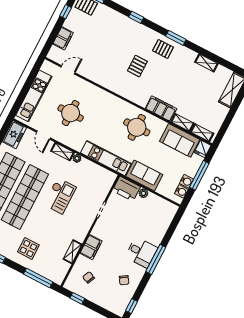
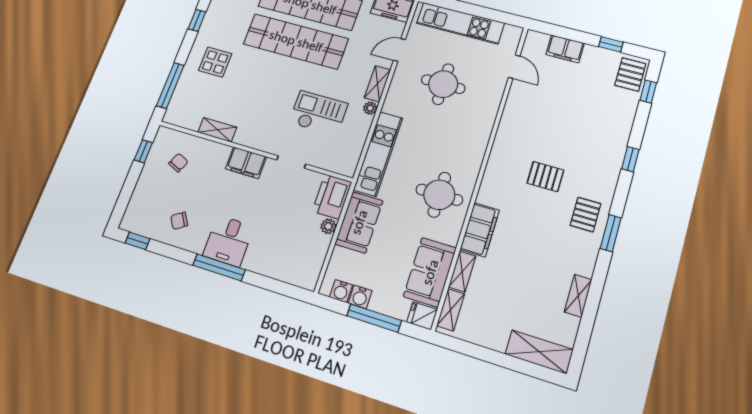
checkout: (60, 196) -> (318, 113), moved, turned 180
filing cabinet: (91, 247) -> (246, 163), moved

